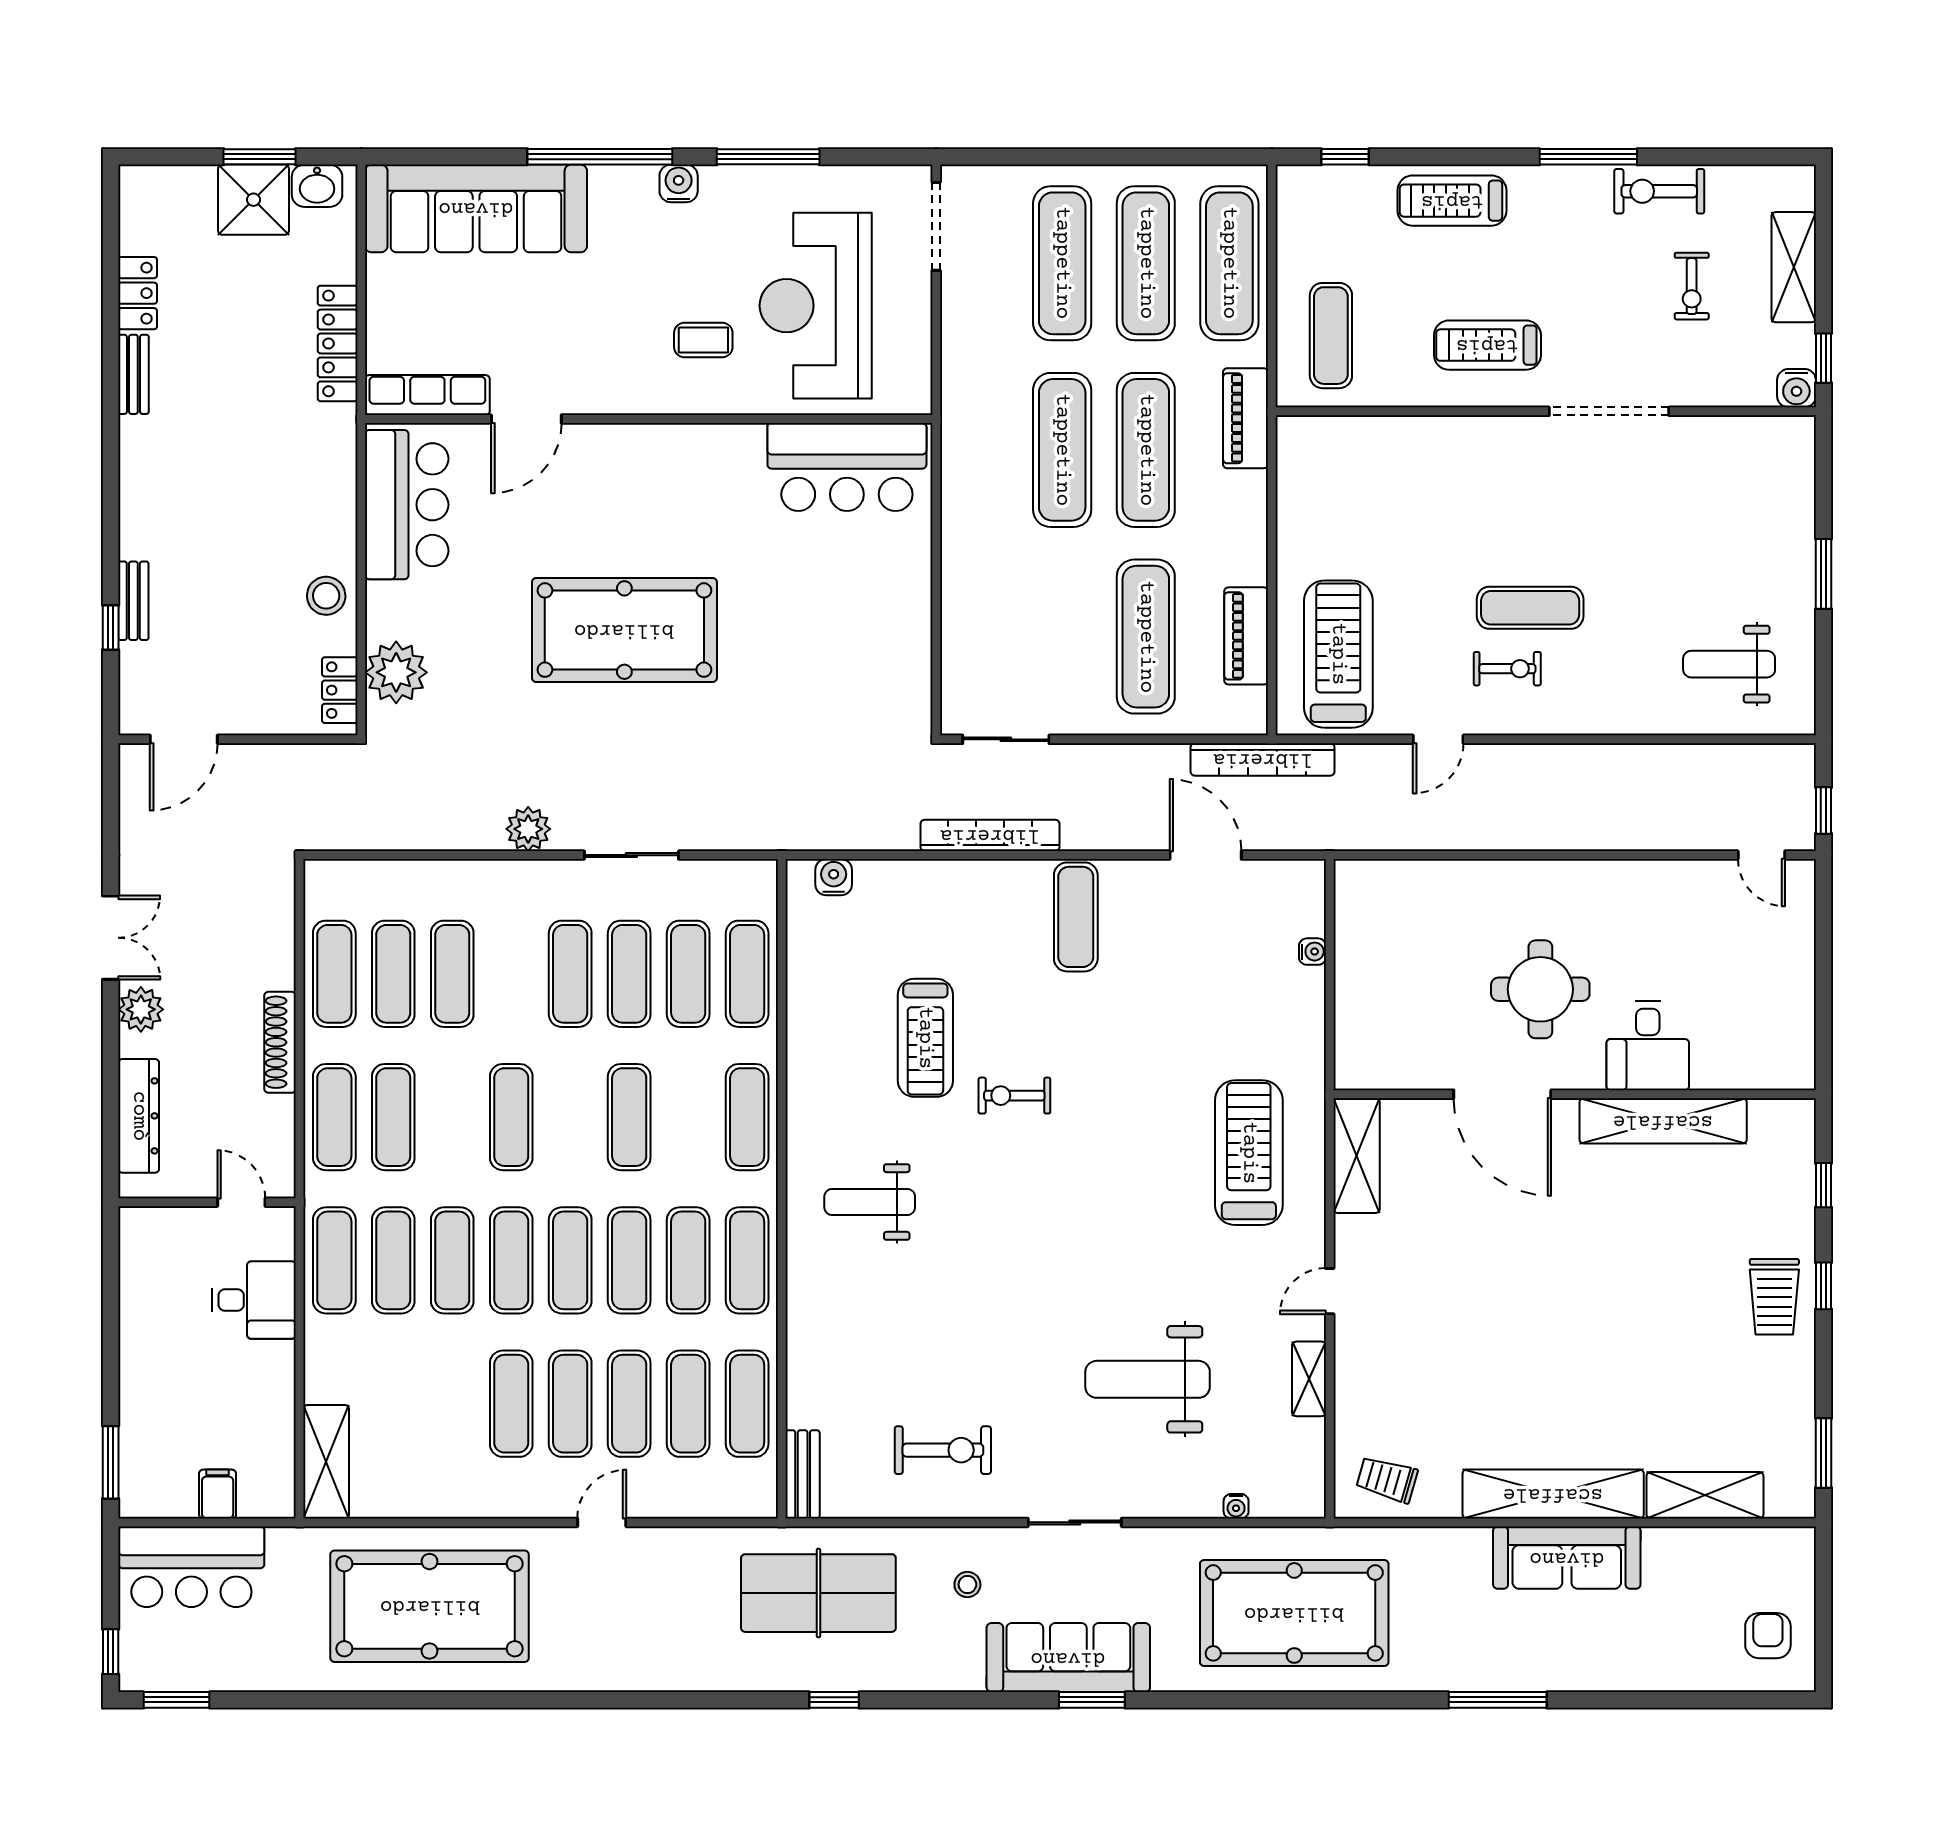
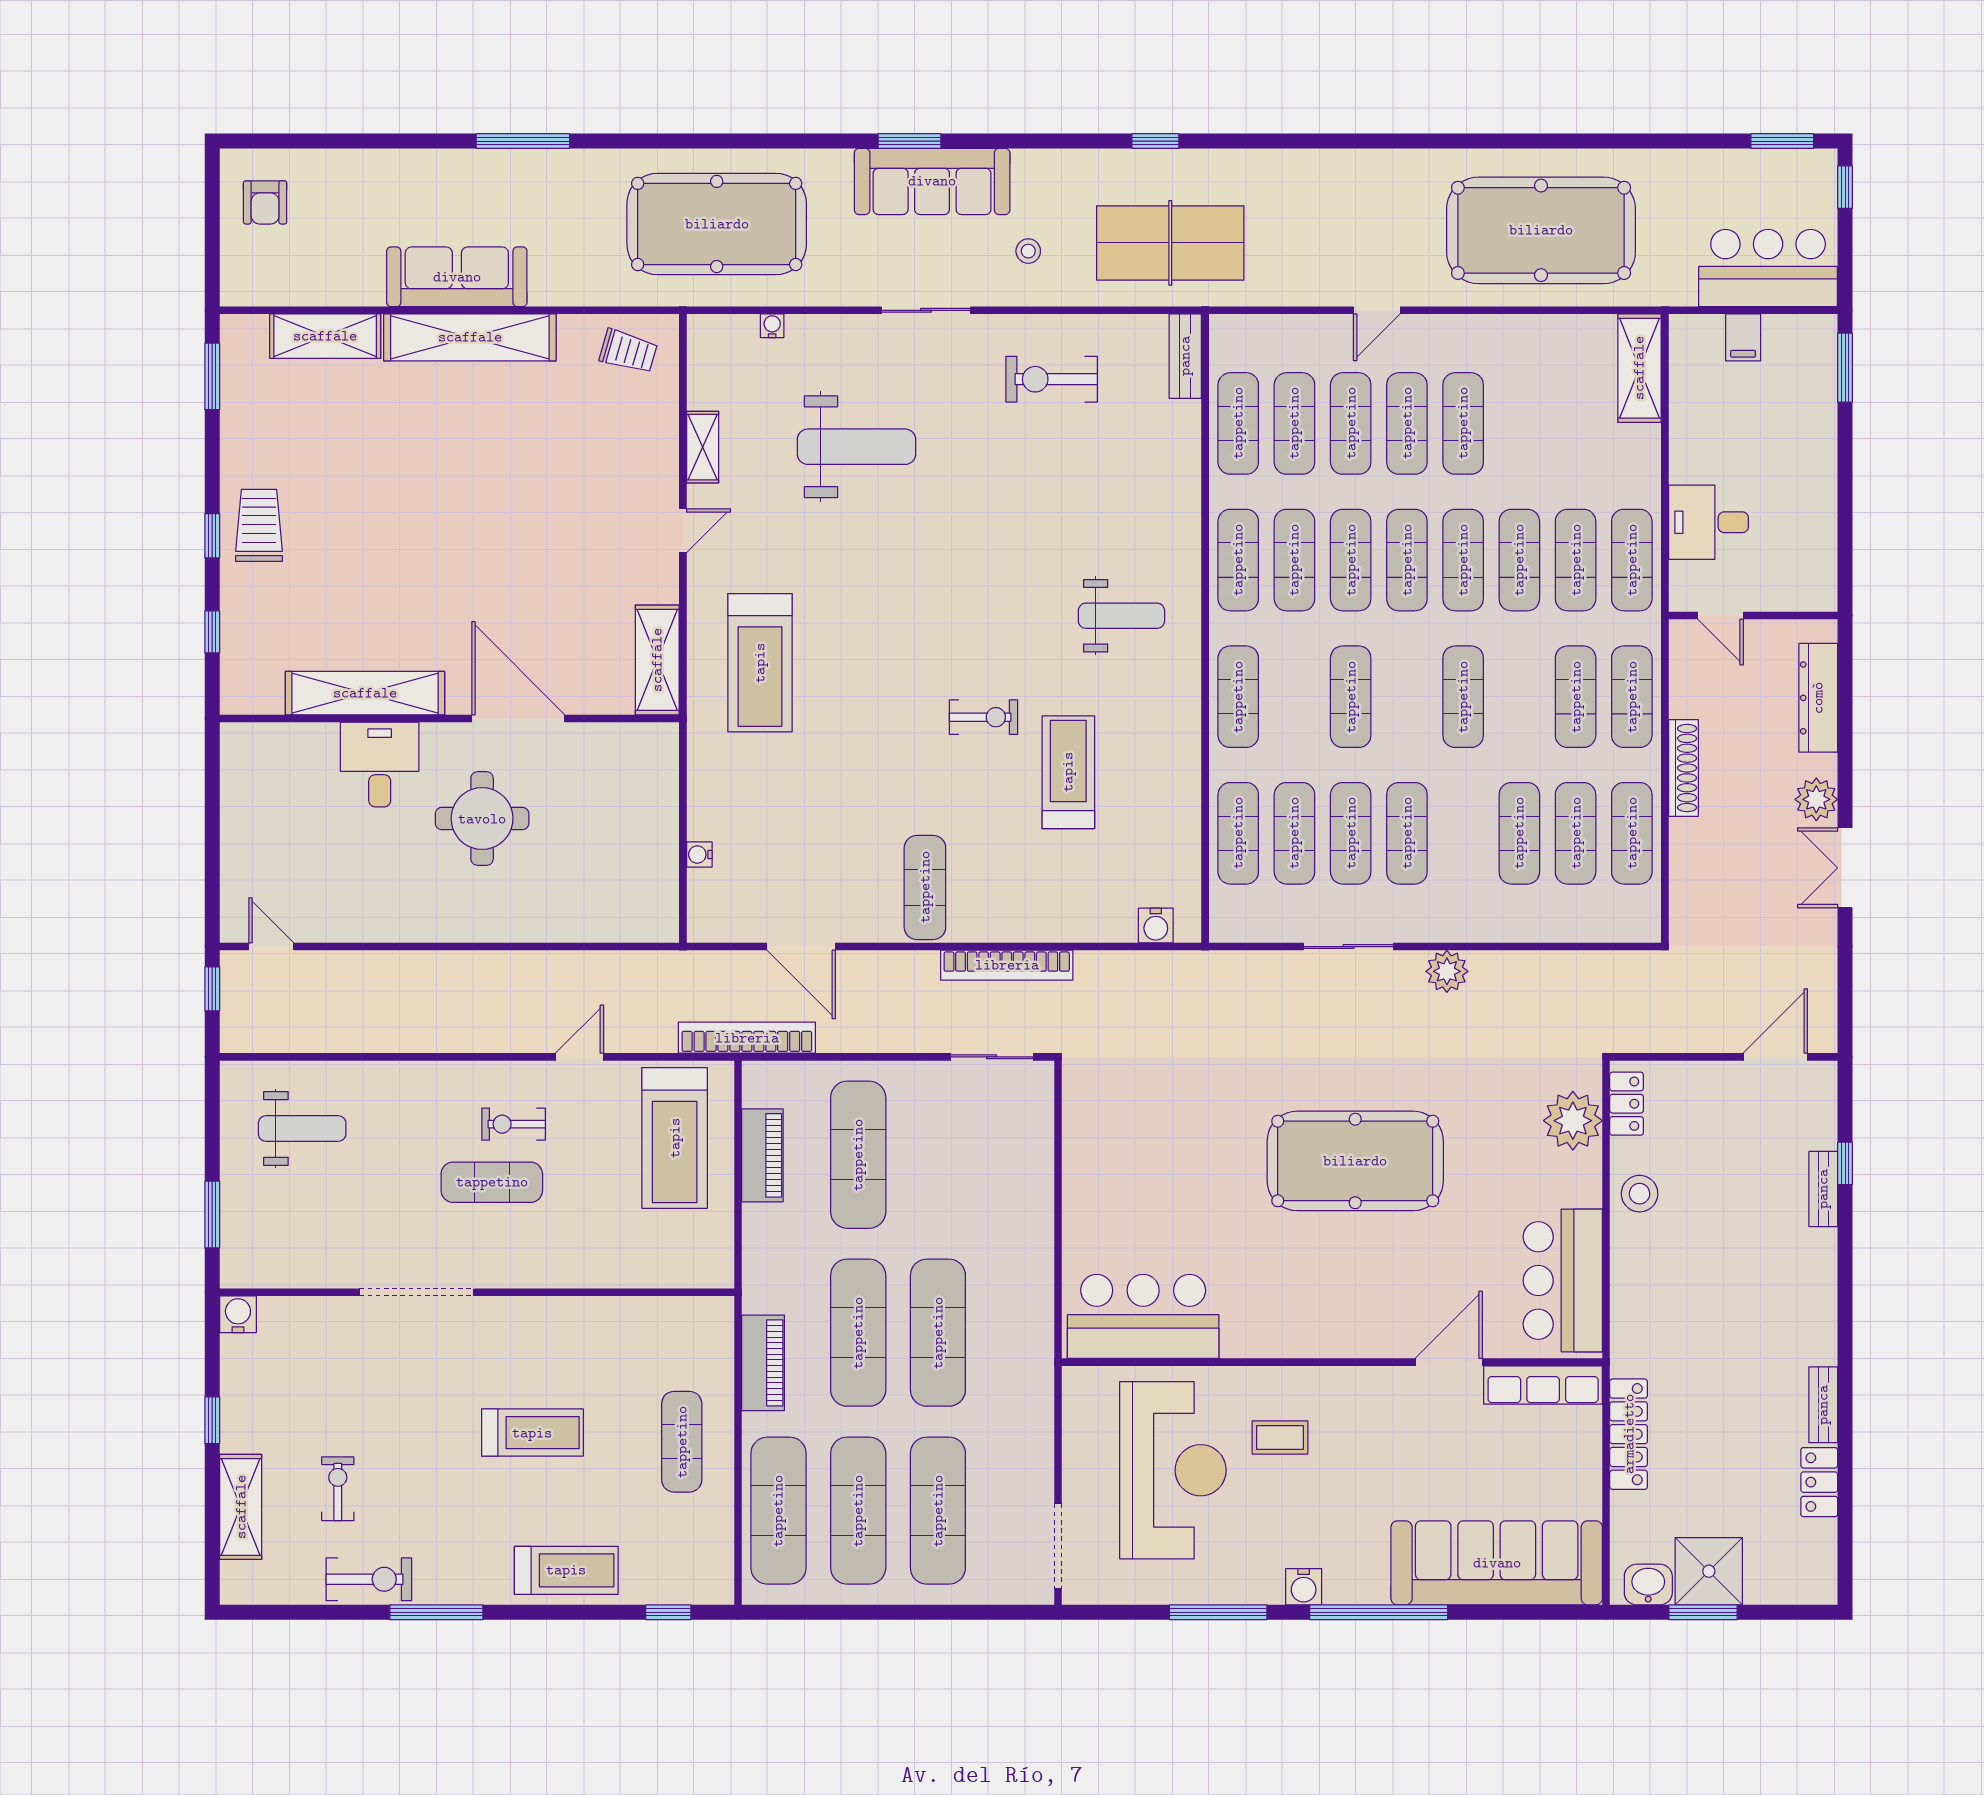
water cooler: (1796, 388) -> (238, 1314), moved
wall: (1546, 411) -> (477, 1292), moved
doorway: (1609, 411) -> (417, 1292), moved

